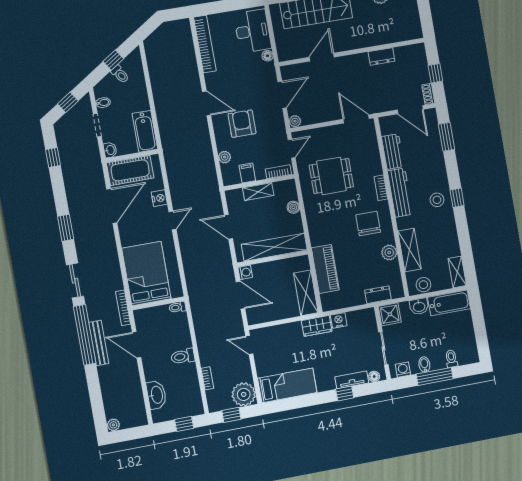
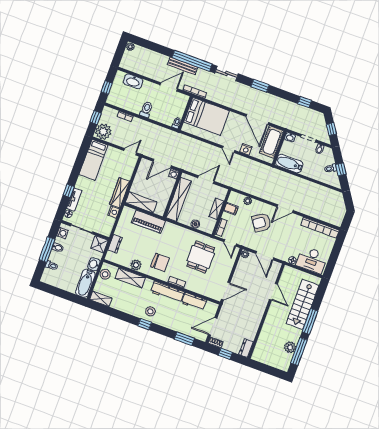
dresser: (381, 56) -> (246, 348), moved
armchair: (242, 124) -> (261, 222), turned 146
wardrobe: (317, 326) -> (120, 193), width x1.50

